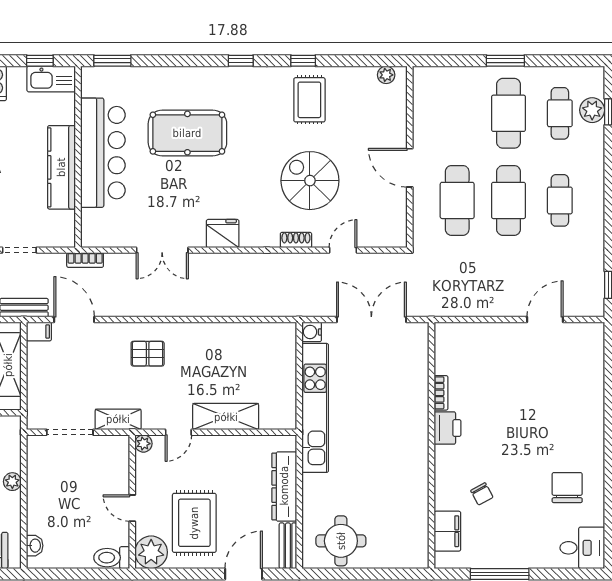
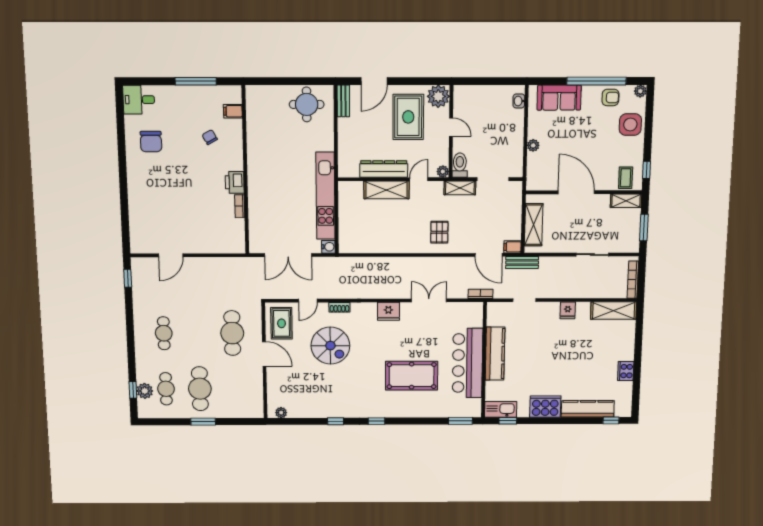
rug: (309, 100) -> (282, 323), moved
cafe table: (509, 200) -> (198, 333), removed
pallet: (148, 354) -> (439, 232), turned 90
dresser: (284, 486) -> (384, 169), moved, turned -90
filing cabinet: (447, 531) -> (233, 111), width x0.50
toilet: (112, 558) -> (460, 165), moved, turned -90

